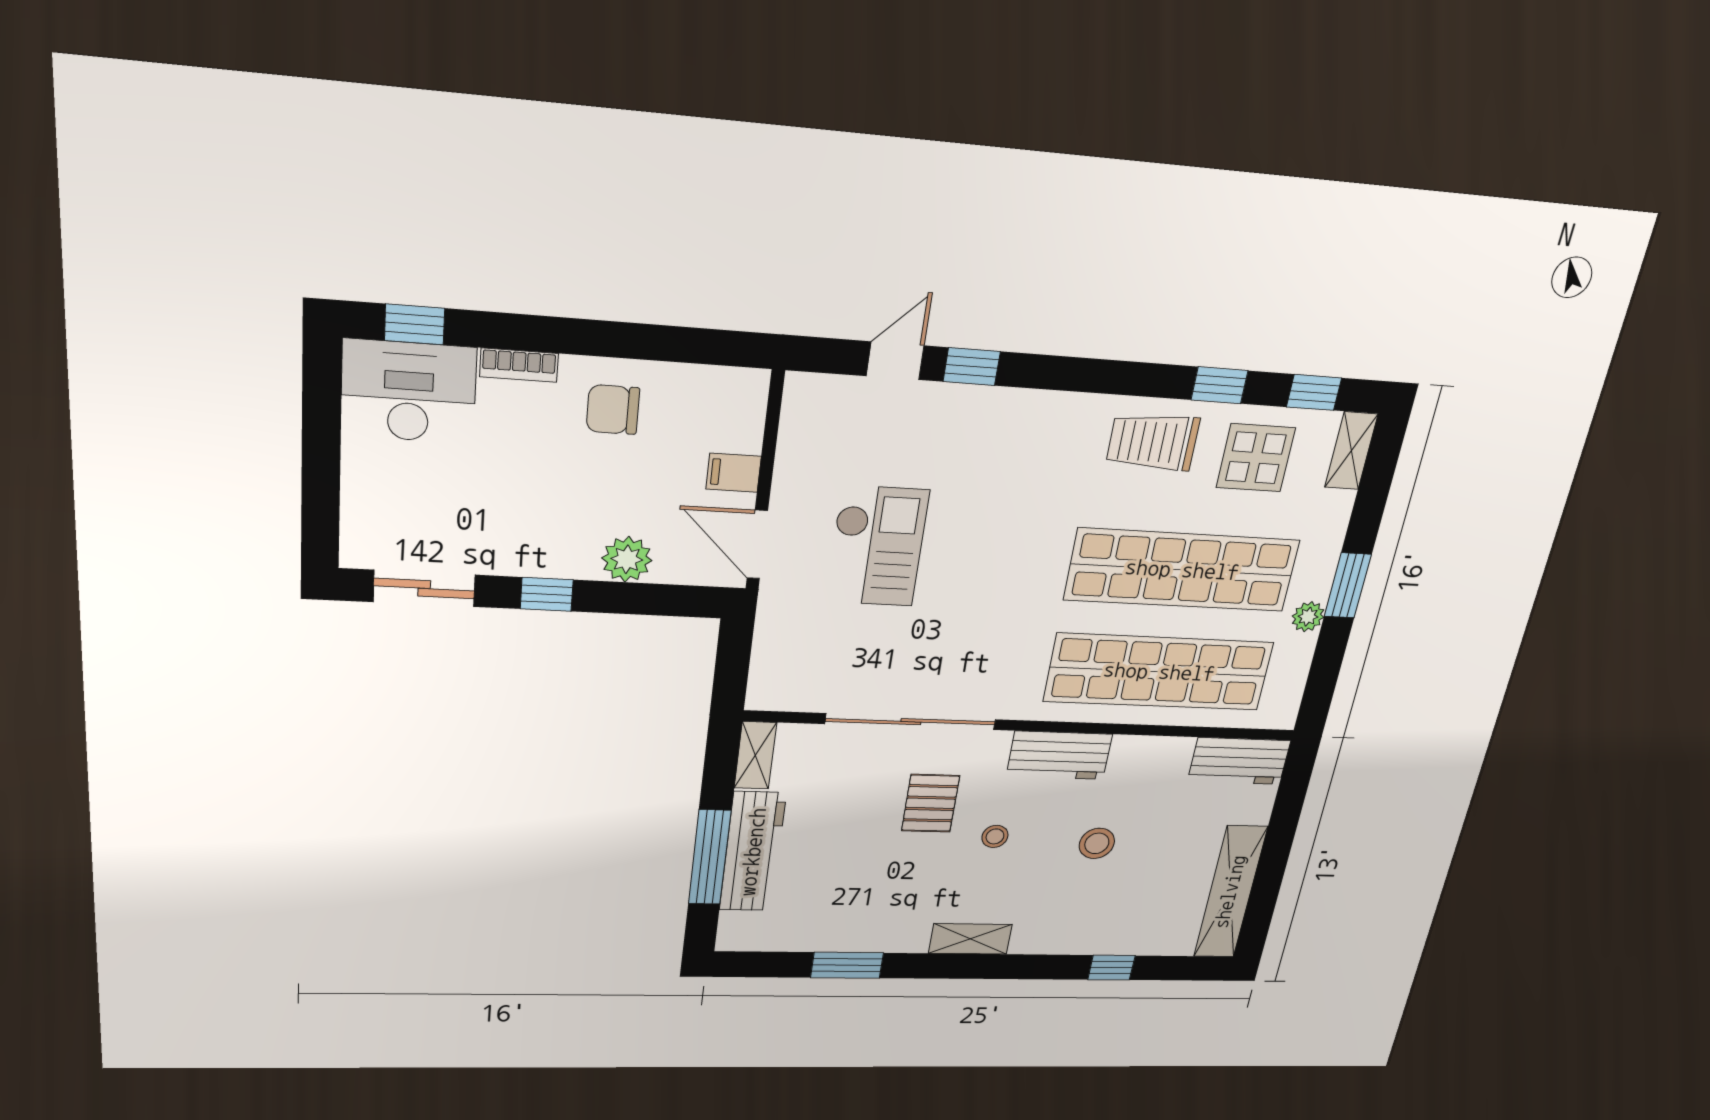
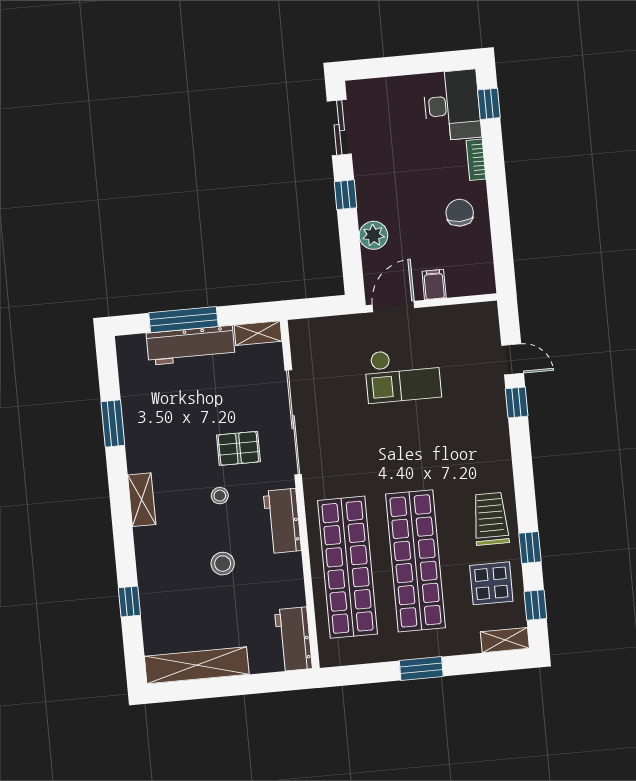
plant: (1308, 617) -> (397, 650), removed

